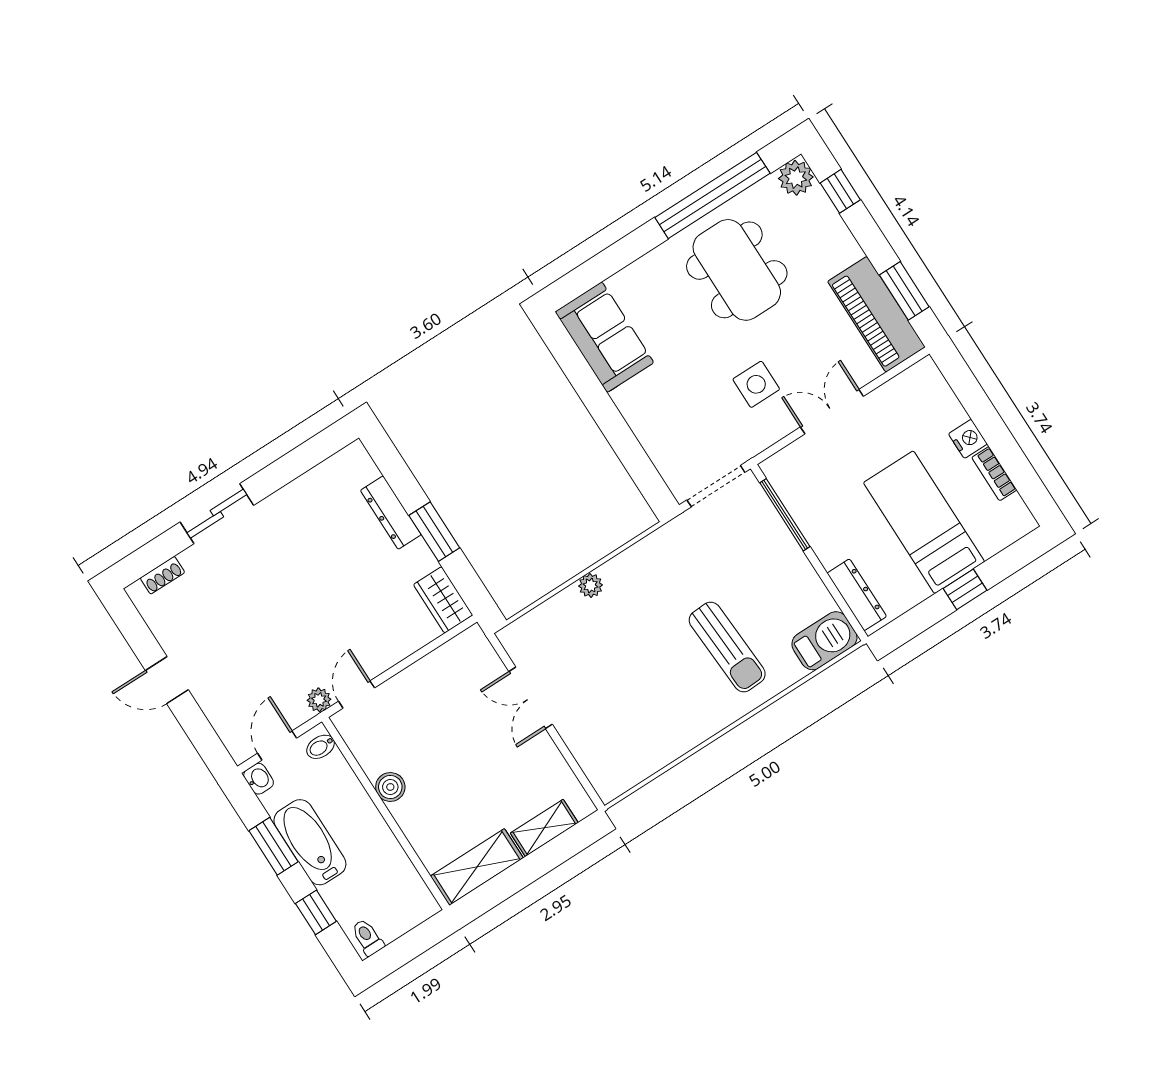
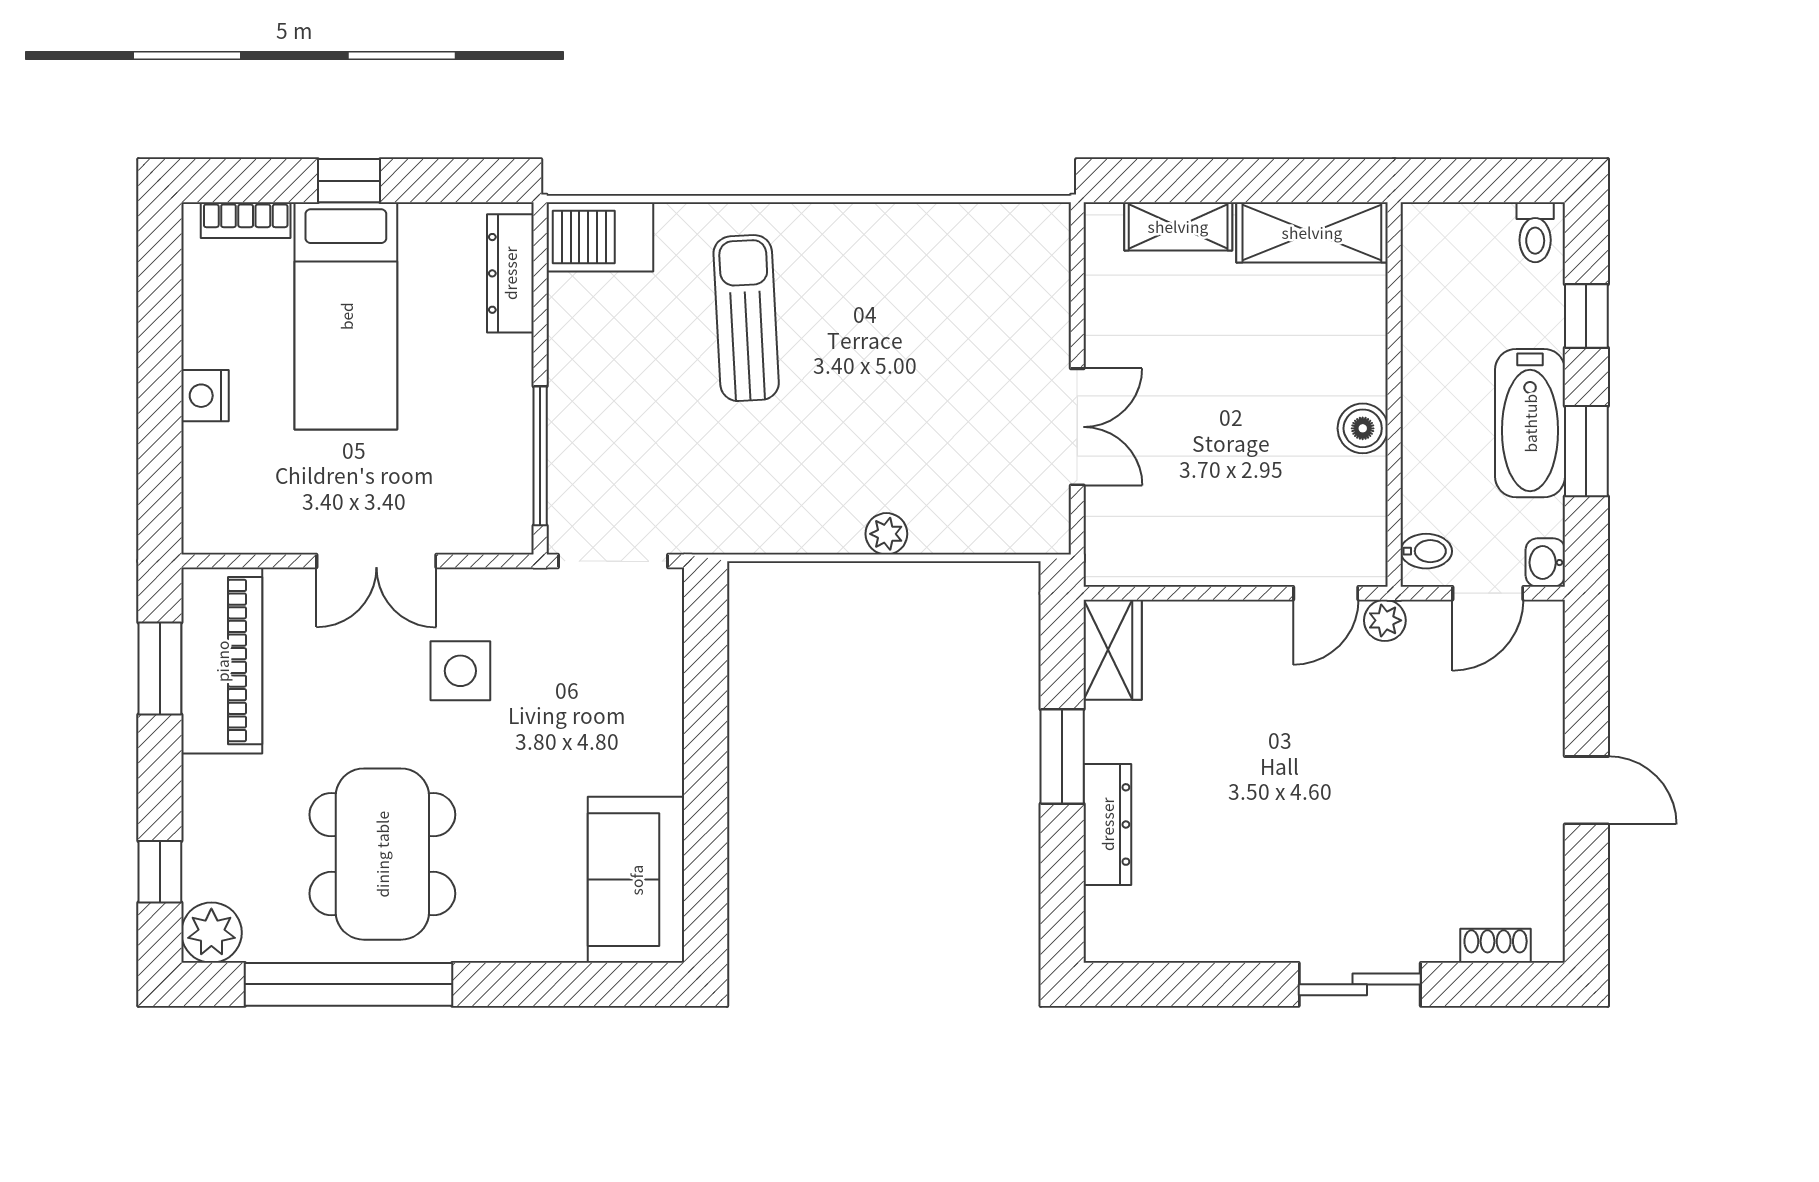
bookcase: (994, 474) -> (246, 220), moved, turned 90

